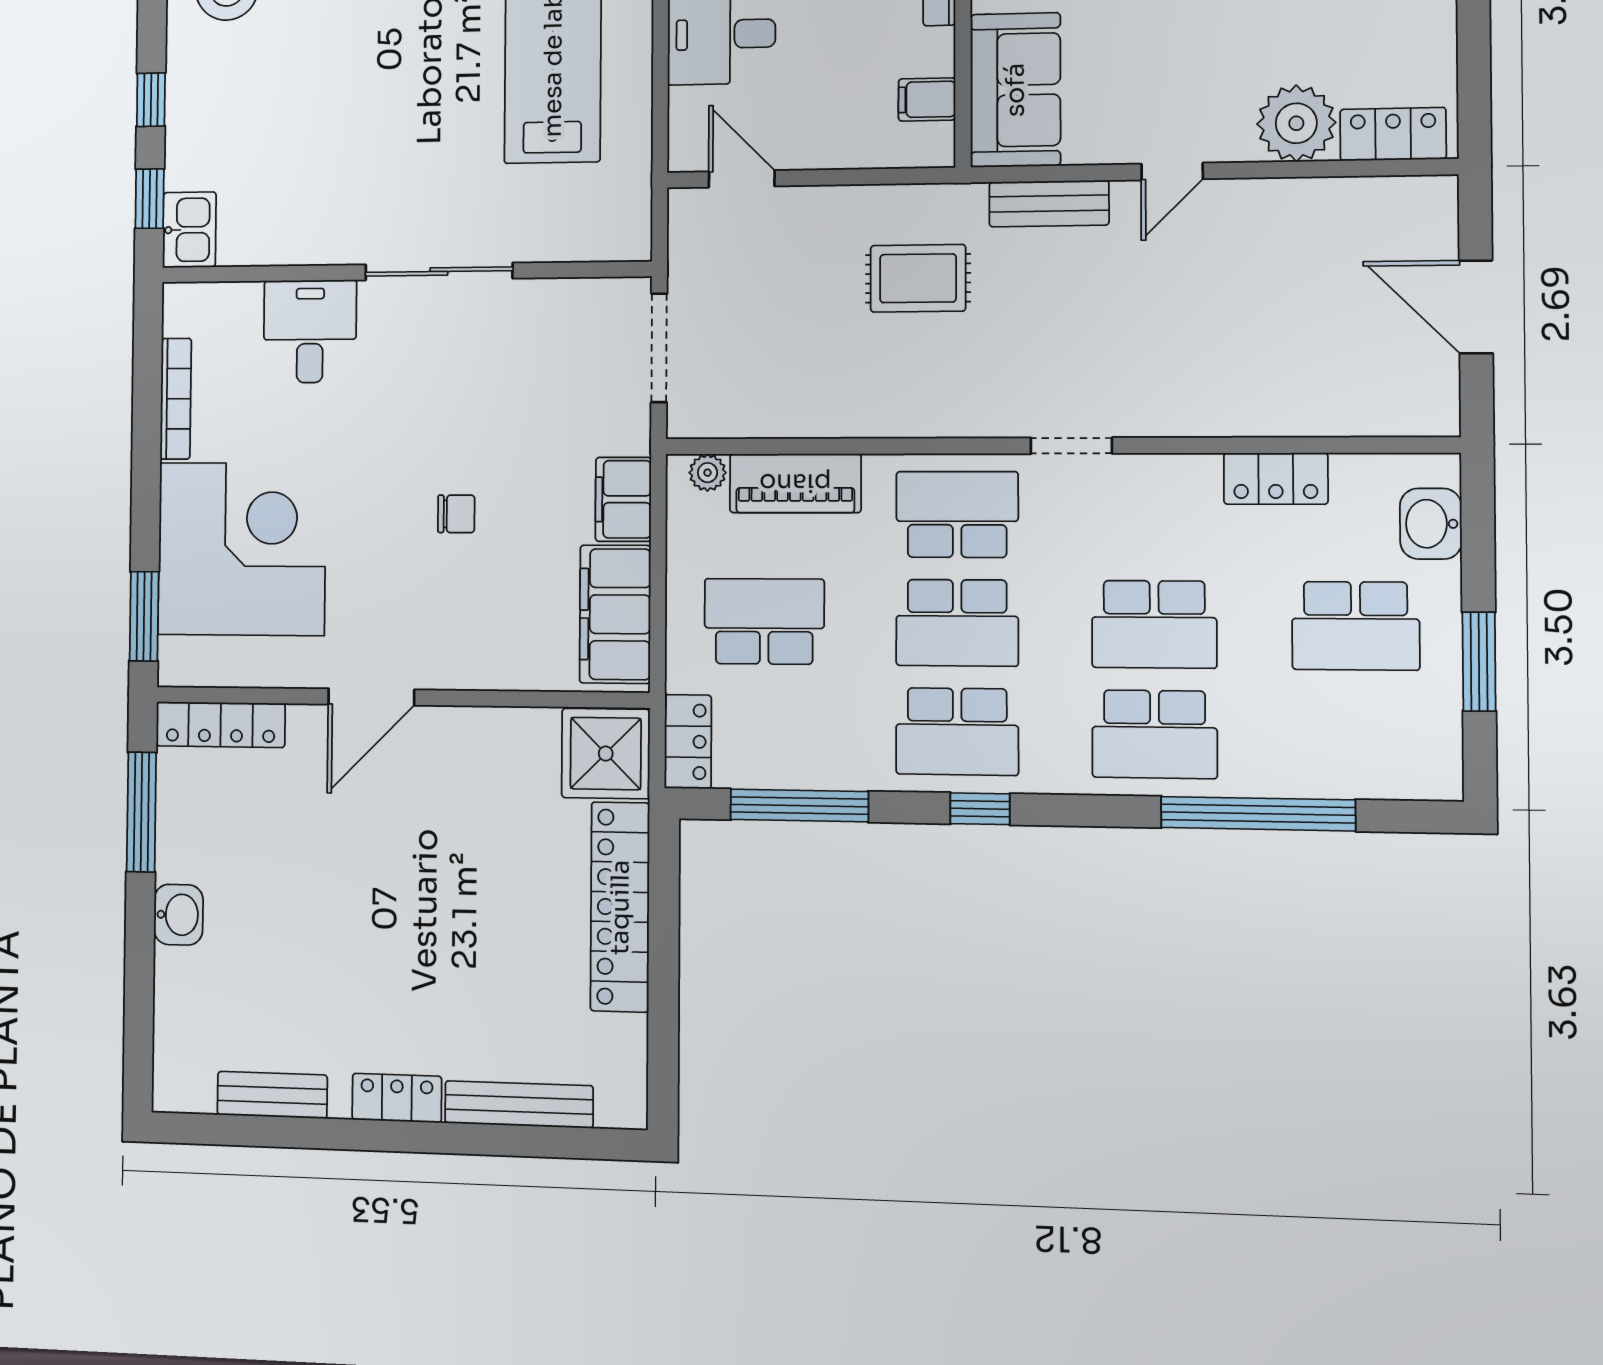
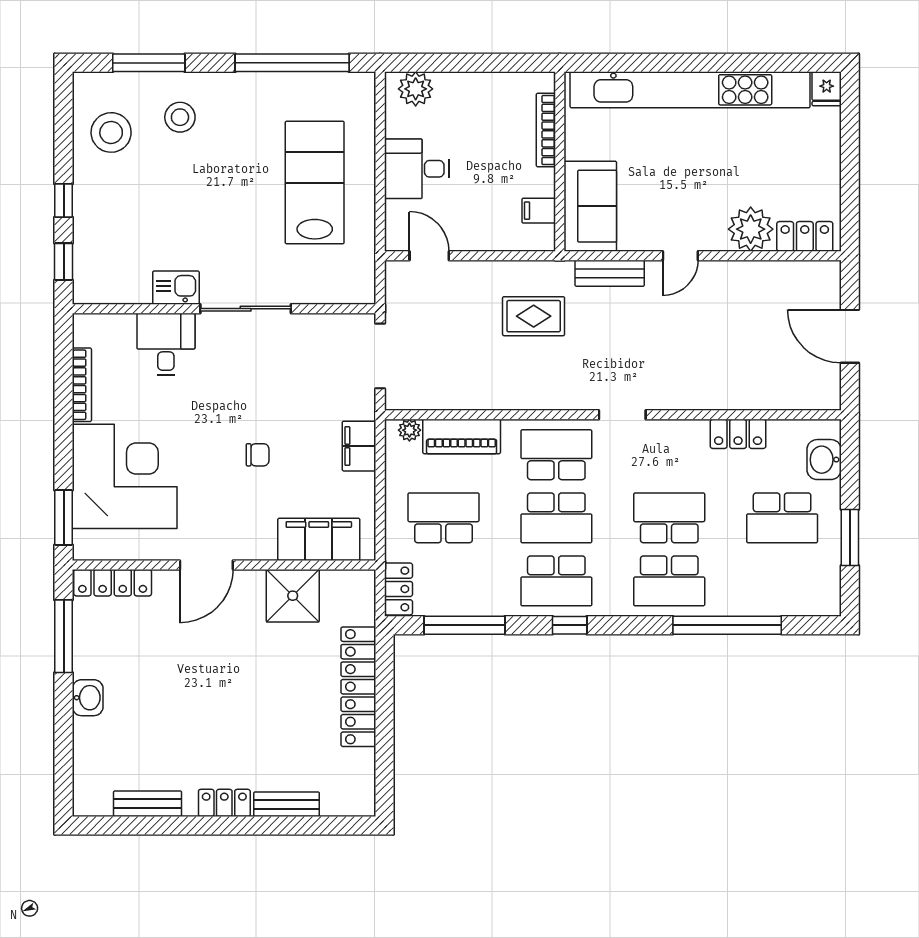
kitchen sink: (189, 230) -> (176, 288), moved, turned -90
filing cabinet: (615, 614) -> (319, 539), moved, turned 90
school desk: (1154, 624) -> (669, 518), turned 180
shower: (606, 754) -> (293, 596), moved
bench: (519, 1104) -> (287, 804), width x0.73

